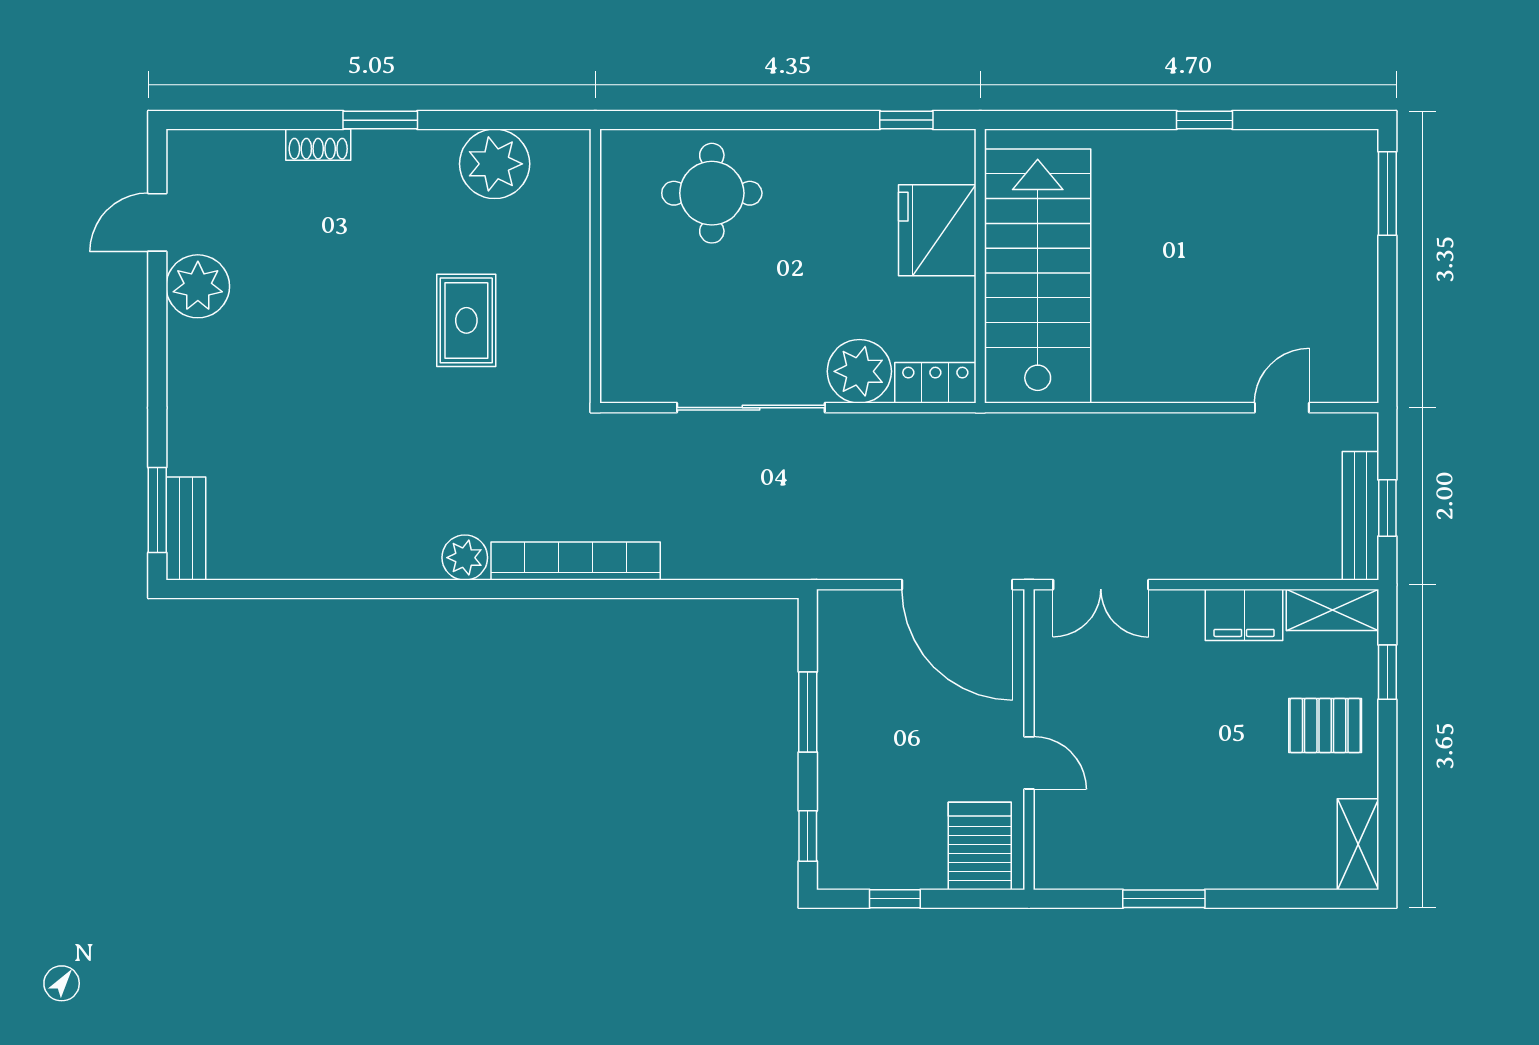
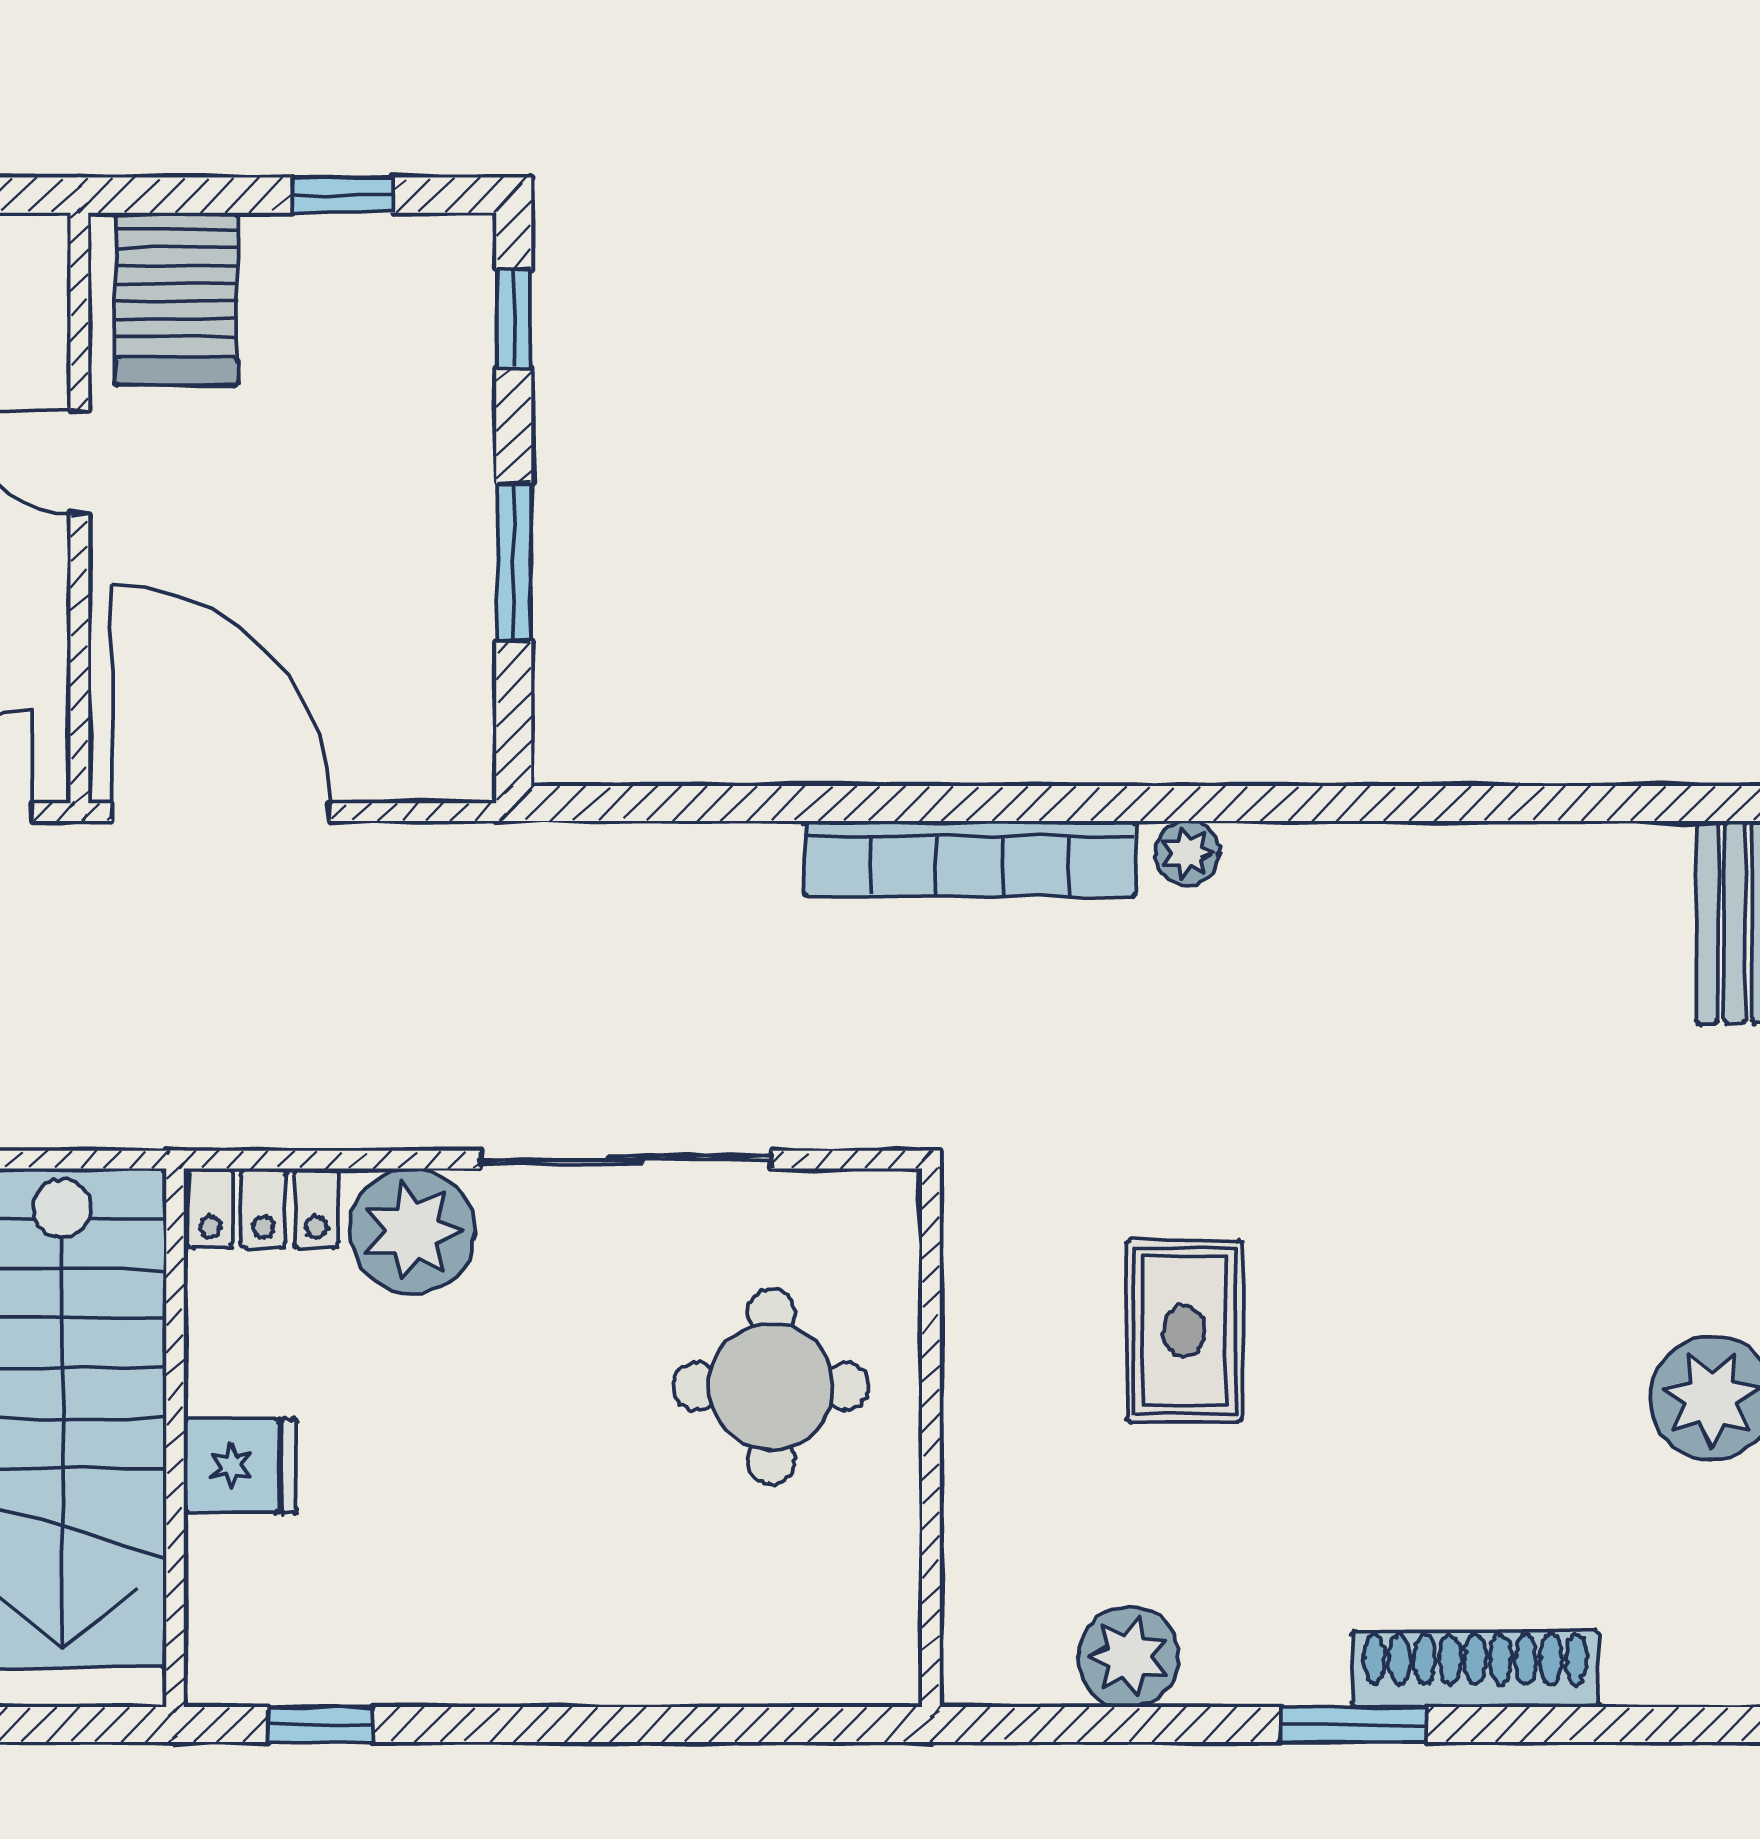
shoe rack: (318, 145) -> (1475, 1669), width x1.94, depth x1.24
plant: (495, 164) -> (1129, 1657), width x0.73, depth x0.73
round table: (712, 193) -> (771, 1387), moved
fridge: (937, 230) -> (240, 1466), width x0.53, depth x0.75
plant: (465, 558) -> (1187, 853), width x0.73, depth x0.73

